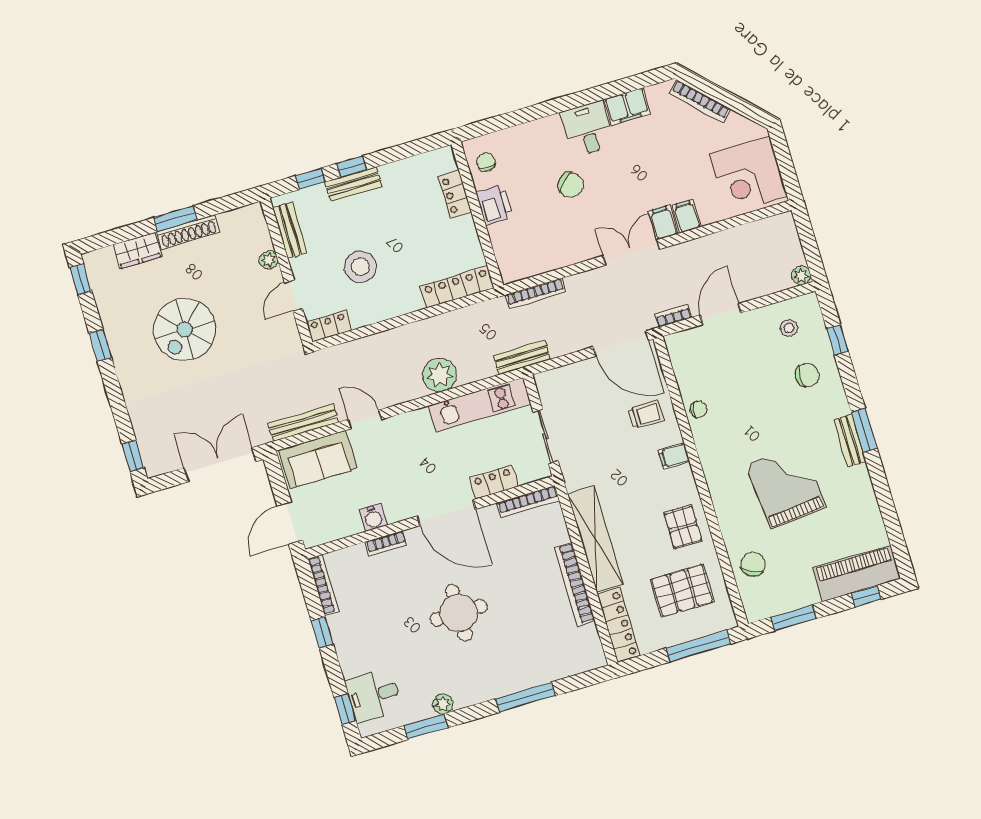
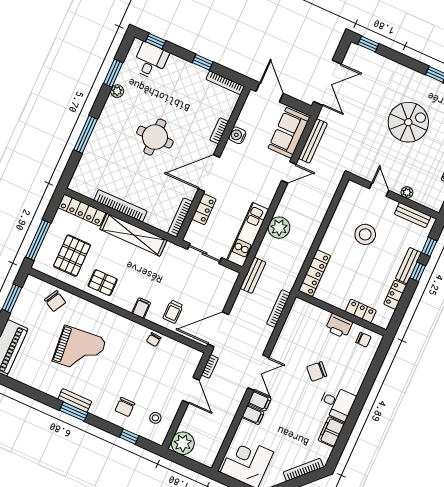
plant: (801, 276) -> (183, 443), width x1.88, depth x1.88
locker: (329, 326) -> (395, 295), moved, turned 180
spiral stairs: (185, 329) -> (408, 122), turned 90

